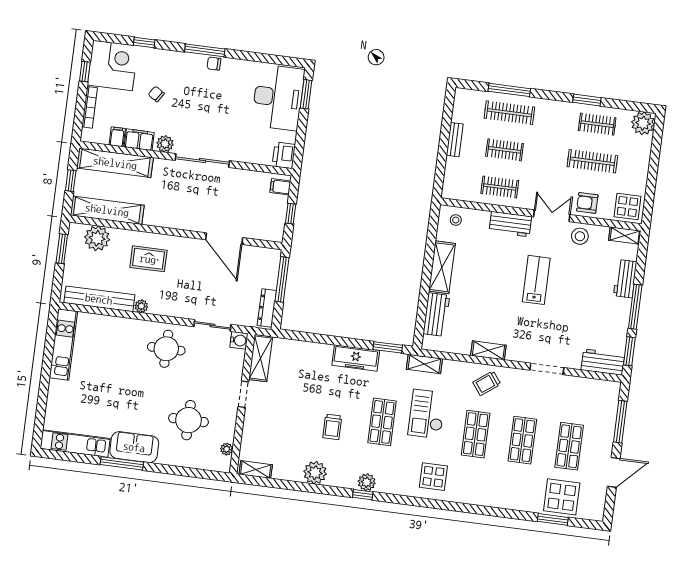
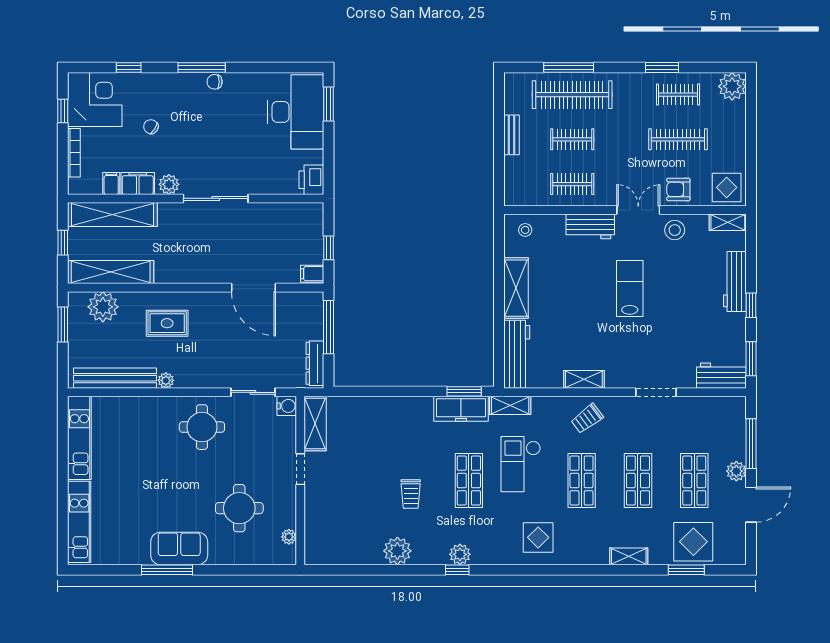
clothes rail: (509, 113) -> (572, 95), width x1.37, depth x1.31
filing cabinet: (280, 187) -> (312, 274), moved
workbench: (625, 279) -> (735, 282), width x1.38
window: (635, 307) -> (751, 305), width x0.46
workbench: (436, 315) -> (517, 354), width x1.38
freezer: (356, 358) -> (461, 409), moved
plant: (605, 443) -> (736, 471), added
kitchen unit: (75, 444) -> (79, 522), moved, turned 90
shelving: (256, 470) -> (629, 556), moved

